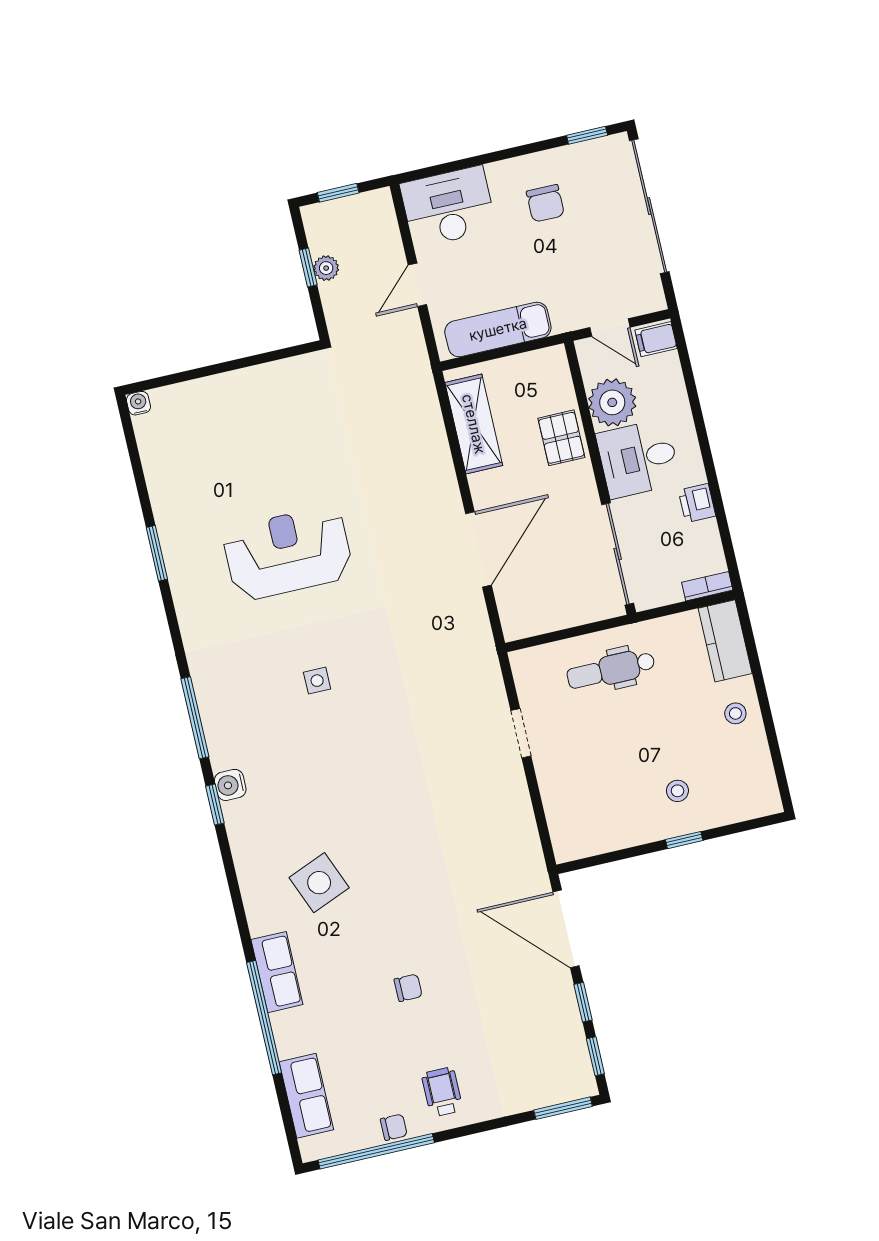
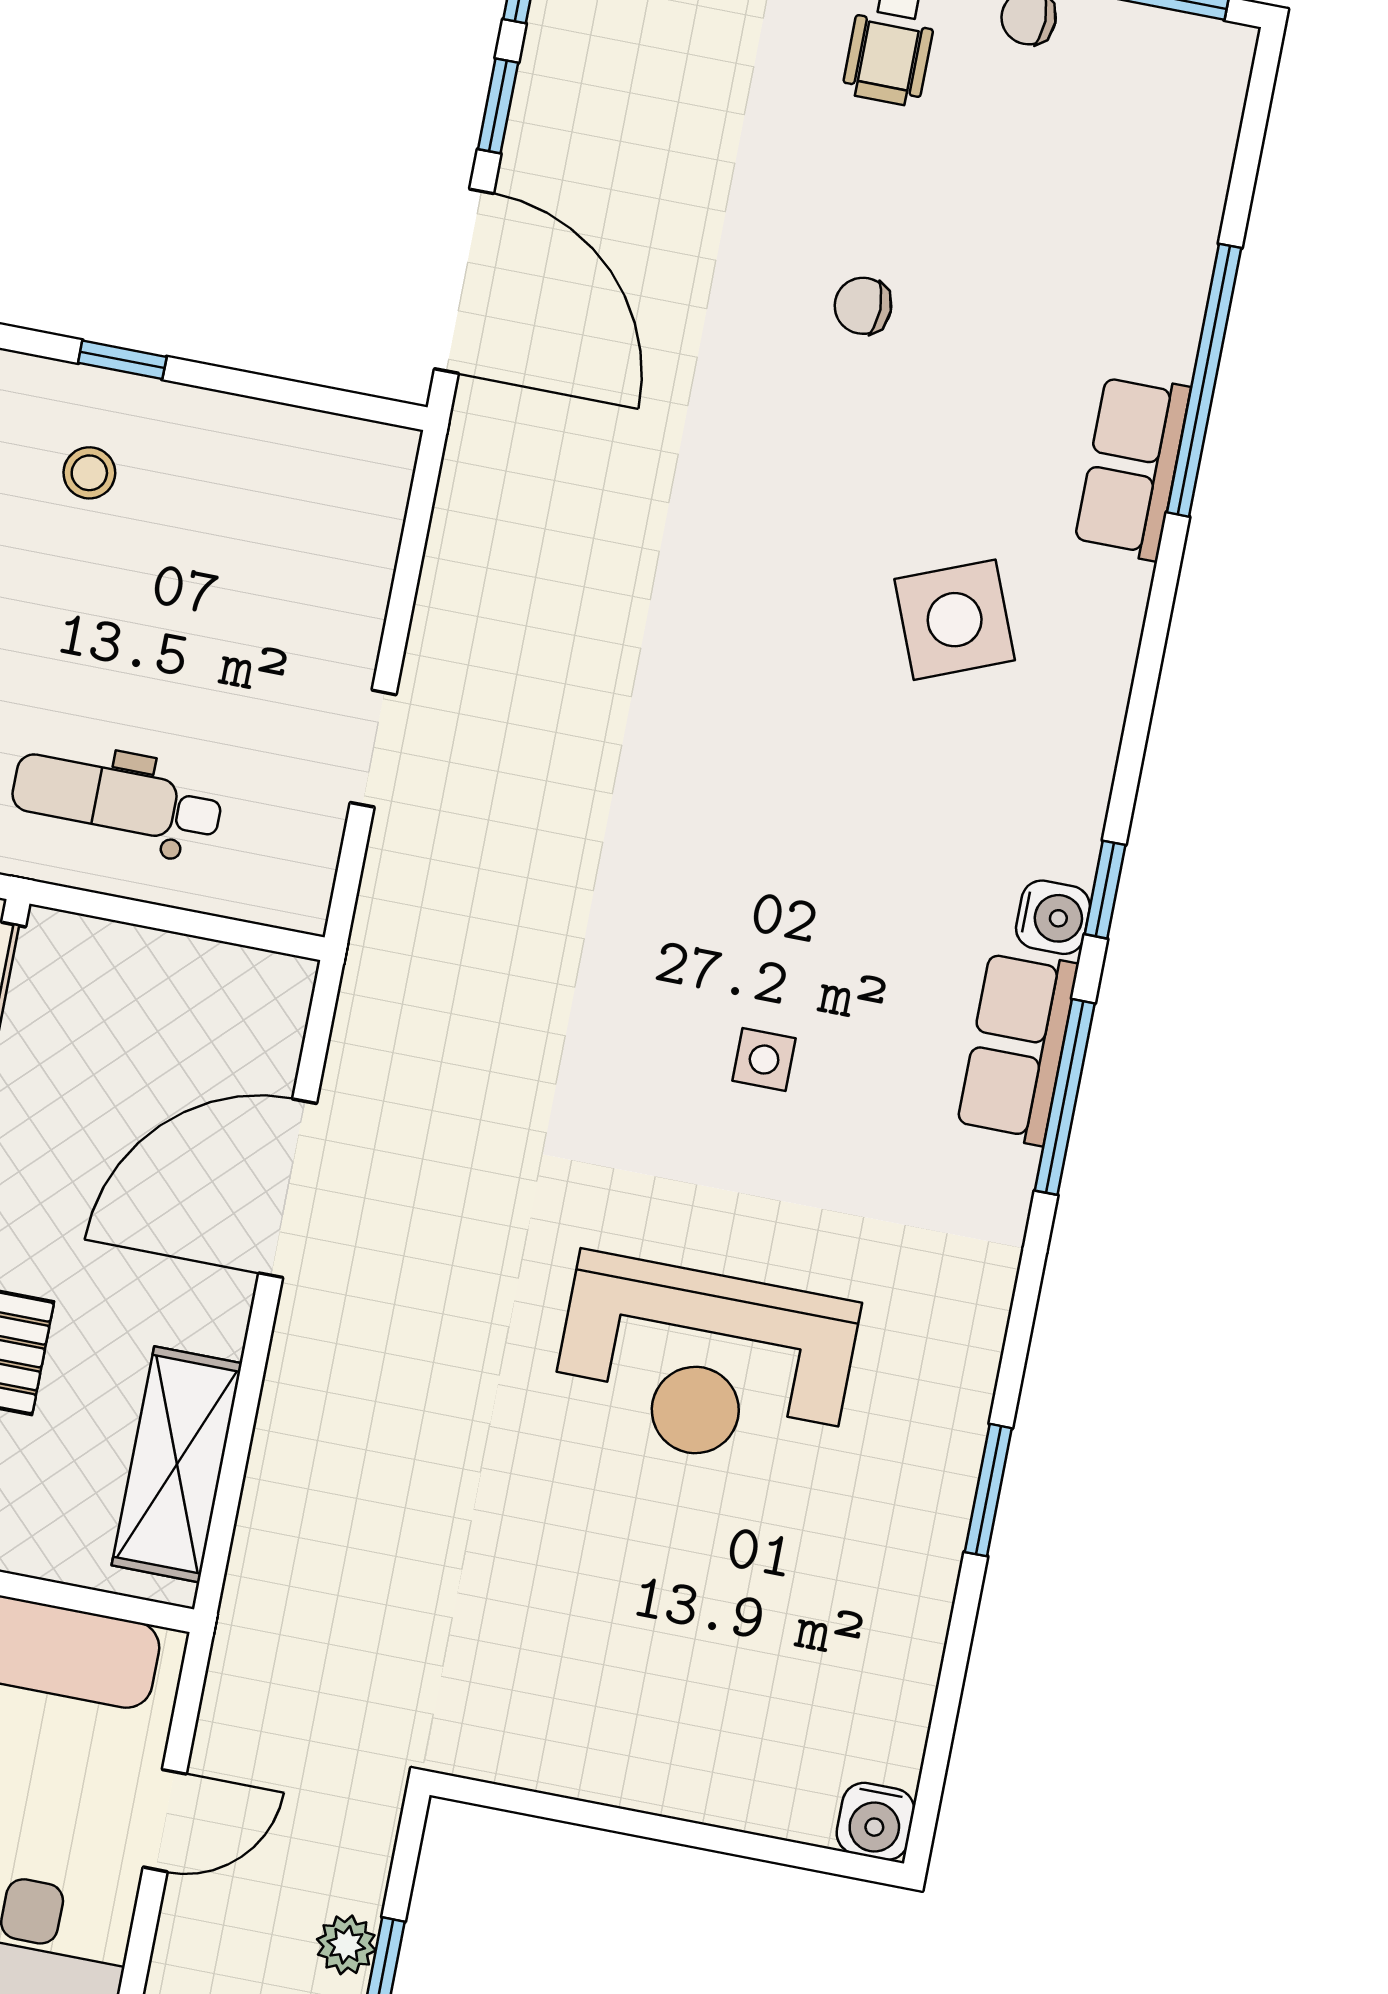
water cooler: (138, 403) -> (875, 1821), width x1.38, depth x1.38
dental chair: (611, 670) -> (117, 799), turned 180
row of seats: (306, 1096) -> (1017, 1047), moved

